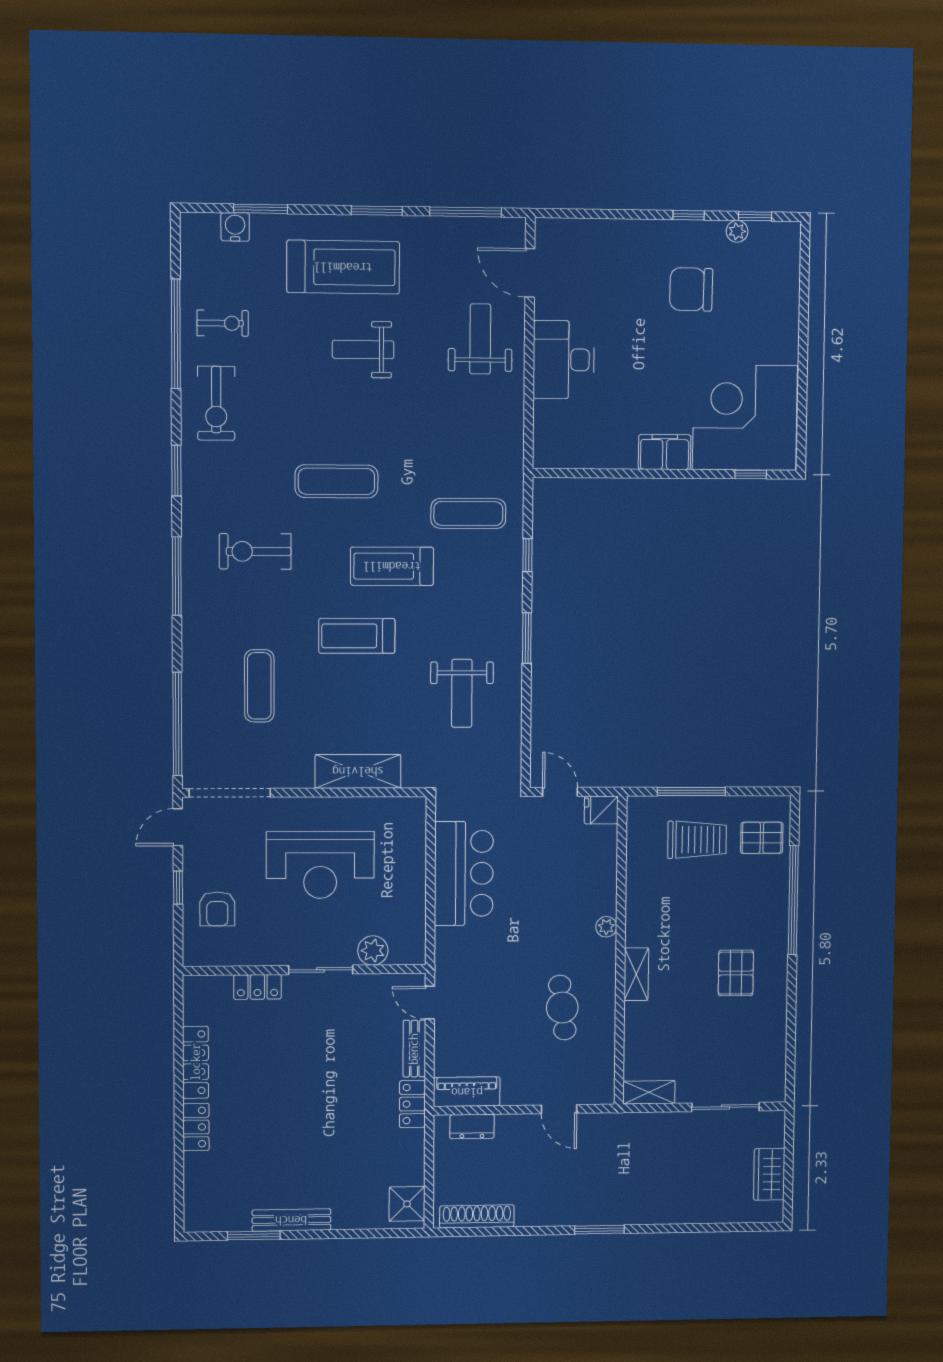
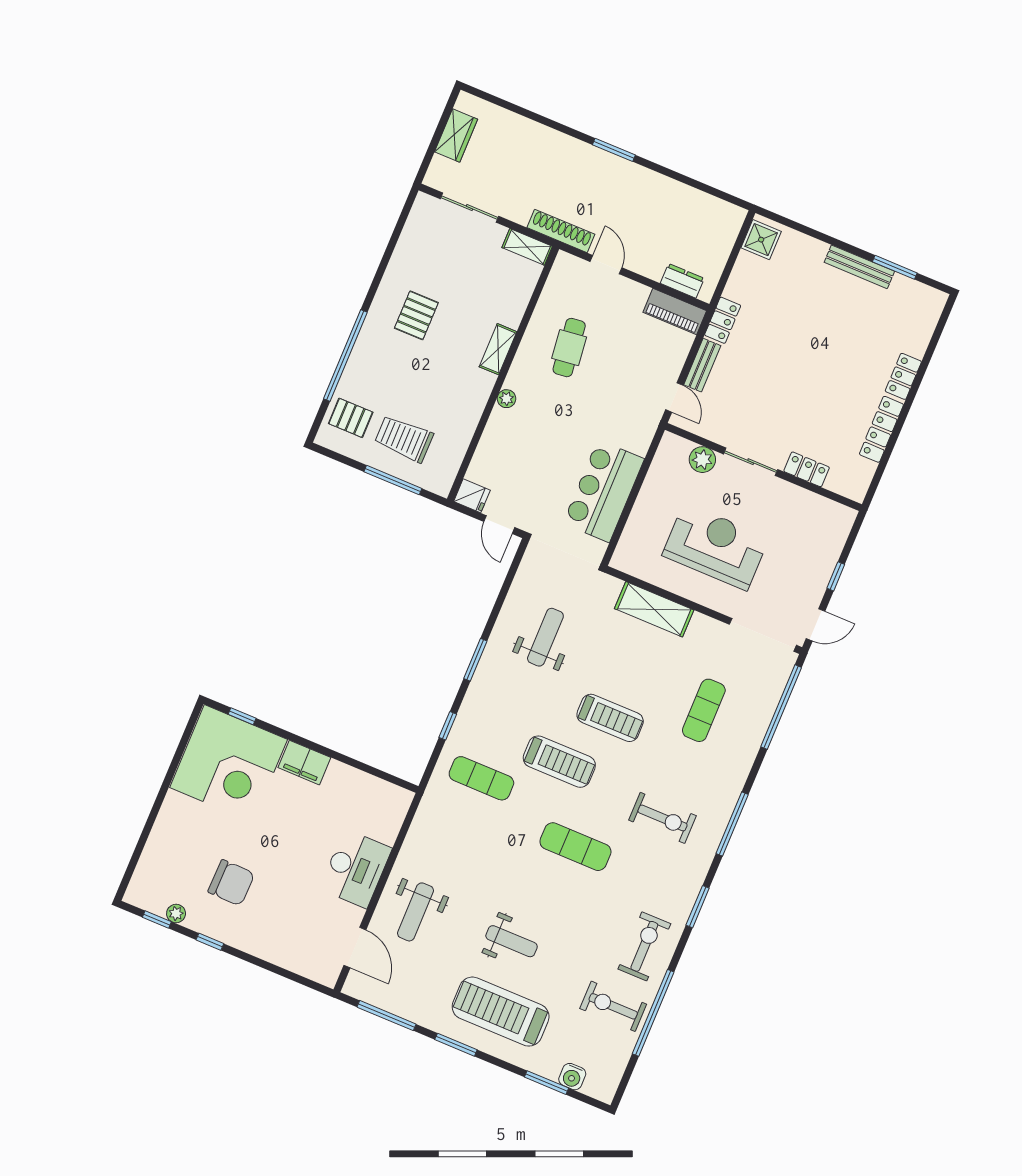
exercise bike: (223, 323) -> (613, 1006), width x1.38, depth x1.39
armchair: (217, 909) -> (812, 546), removed
shoe rack: (477, 1216) -> (561, 231), moved, turned 180

